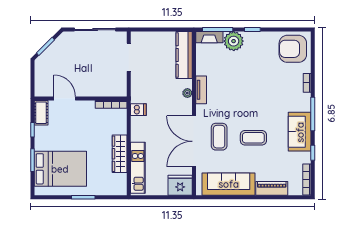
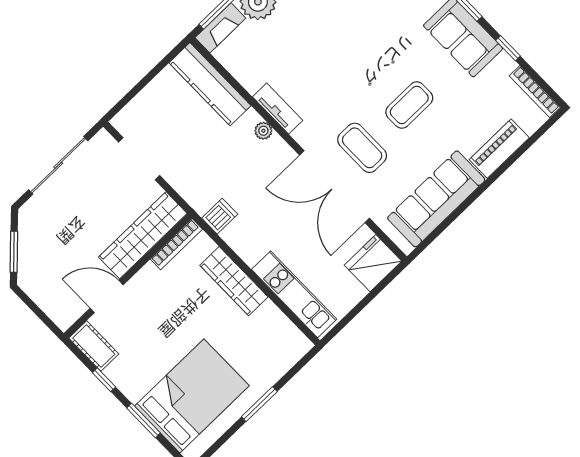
wardrobe: (102, 88) -> (143, 235), added
wardrobe: (120, 154) -> (234, 281), moved

